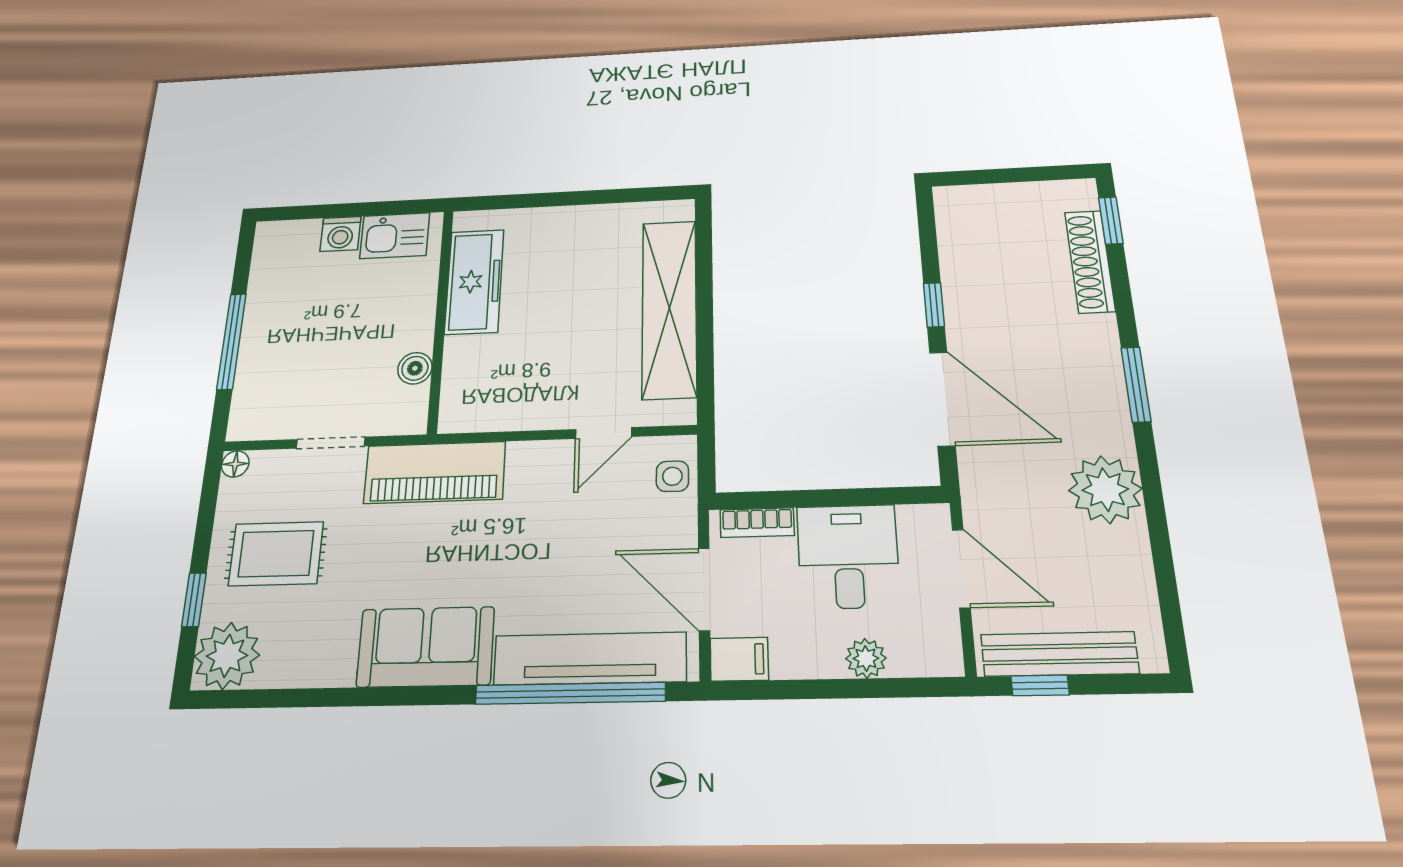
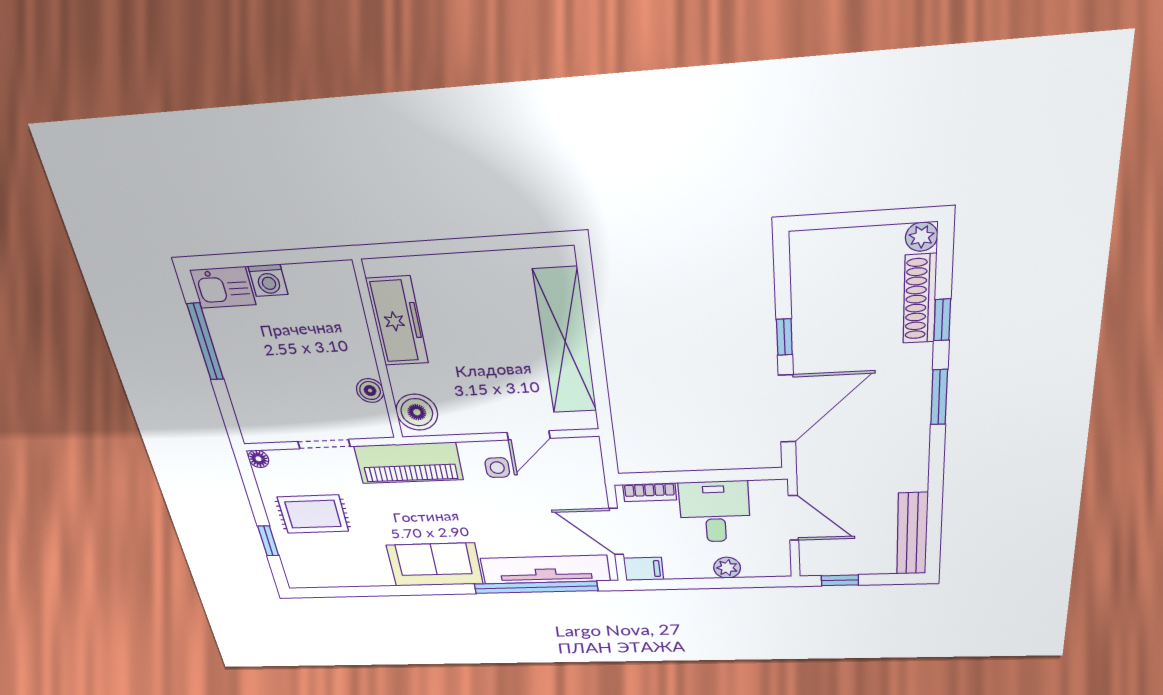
window: (1111, 221) -> (942, 320), moved
kitchen sink: (395, 236) -> (223, 287), moved
window: (232, 341) -> (205, 342), moved
boiler: (466, 398) -> (417, 412), added
door: (942, 399) -> (787, 409), hinge flipped
side table: (672, 476) -> (497, 468), moved
plant: (1105, 490) -> (921, 237), moved, width x0.53, depth x0.53
bench: (1059, 654) -> (912, 534), moved, turned 90
plant: (227, 656) -> (305, 571), removed

